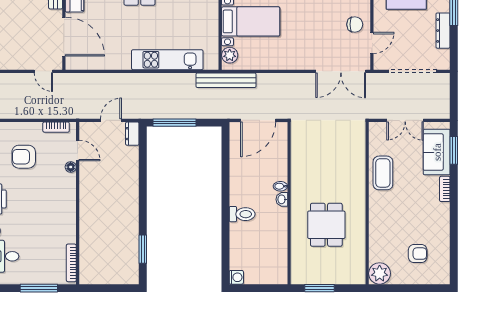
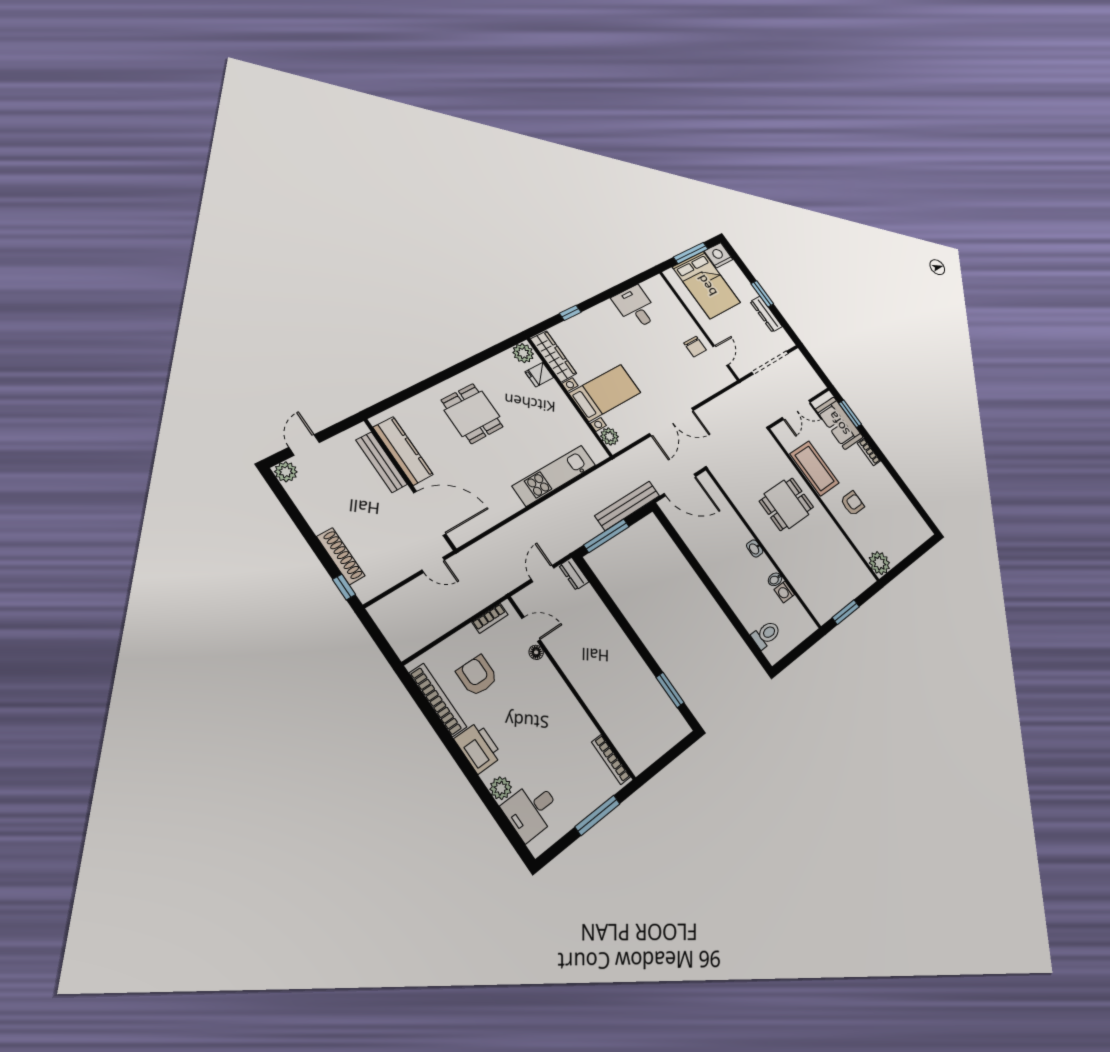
chair: (355, 24) -> (695, 347), turned 90
double door: (341, 71) -> (672, 422), moved
bench: (226, 80) -> (627, 506), moved
door: (258, 120) -> (680, 485), hinge flipped
armchair: (24, 157) -> (477, 676), turned 90
coffee table: (383, 173) -> (815, 468), width x1.36, depth x1.32
bidet: (280, 186) -> (775, 579), moved
toilet: (242, 214) -> (766, 634), moved
dining table: (326, 225) -> (787, 504), moved, turned 90
armchair: (418, 254) -> (852, 503), moved
washing machine: (236, 277) -> (784, 592), moved, turned 180

